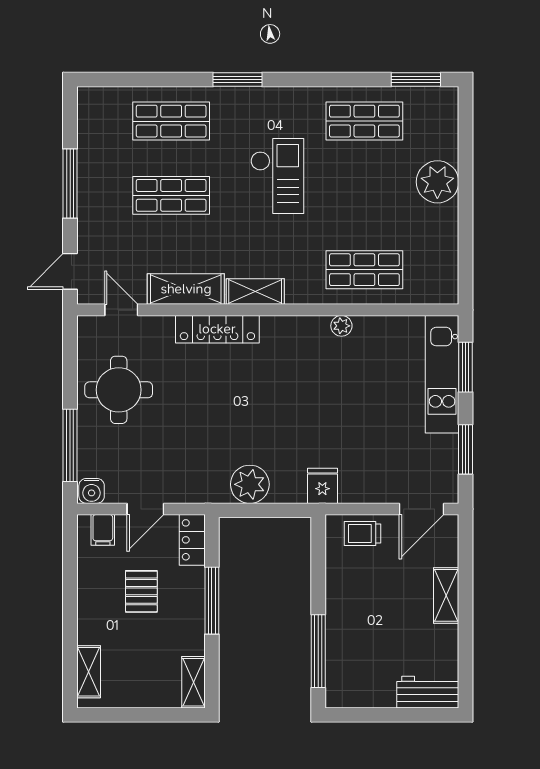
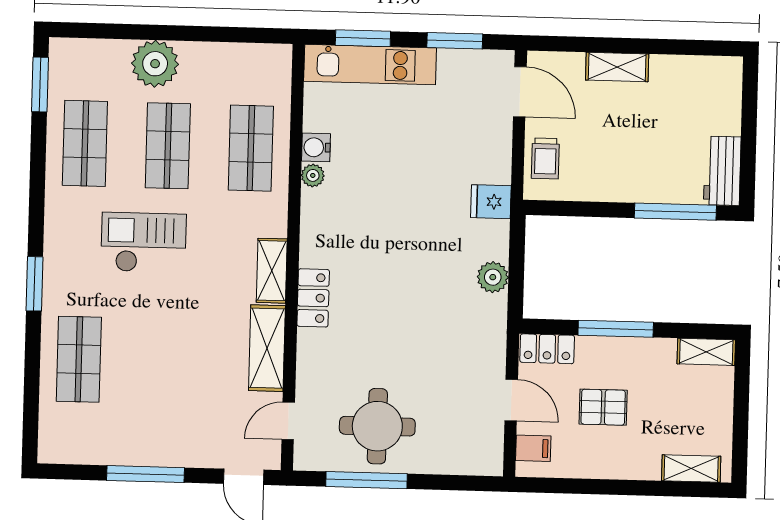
shop shelf: (171, 195) -> (168, 146), moved
locker: (217, 329) -> (313, 298), width x0.66
window: (70, 445) -> (366, 480), moved
plant: (250, 484) -> (493, 277), width x0.73, depth x0.73
water cooler: (92, 491) -> (316, 147), moved, turned 180
workbench: (428, 692) -> (722, 171), moved

